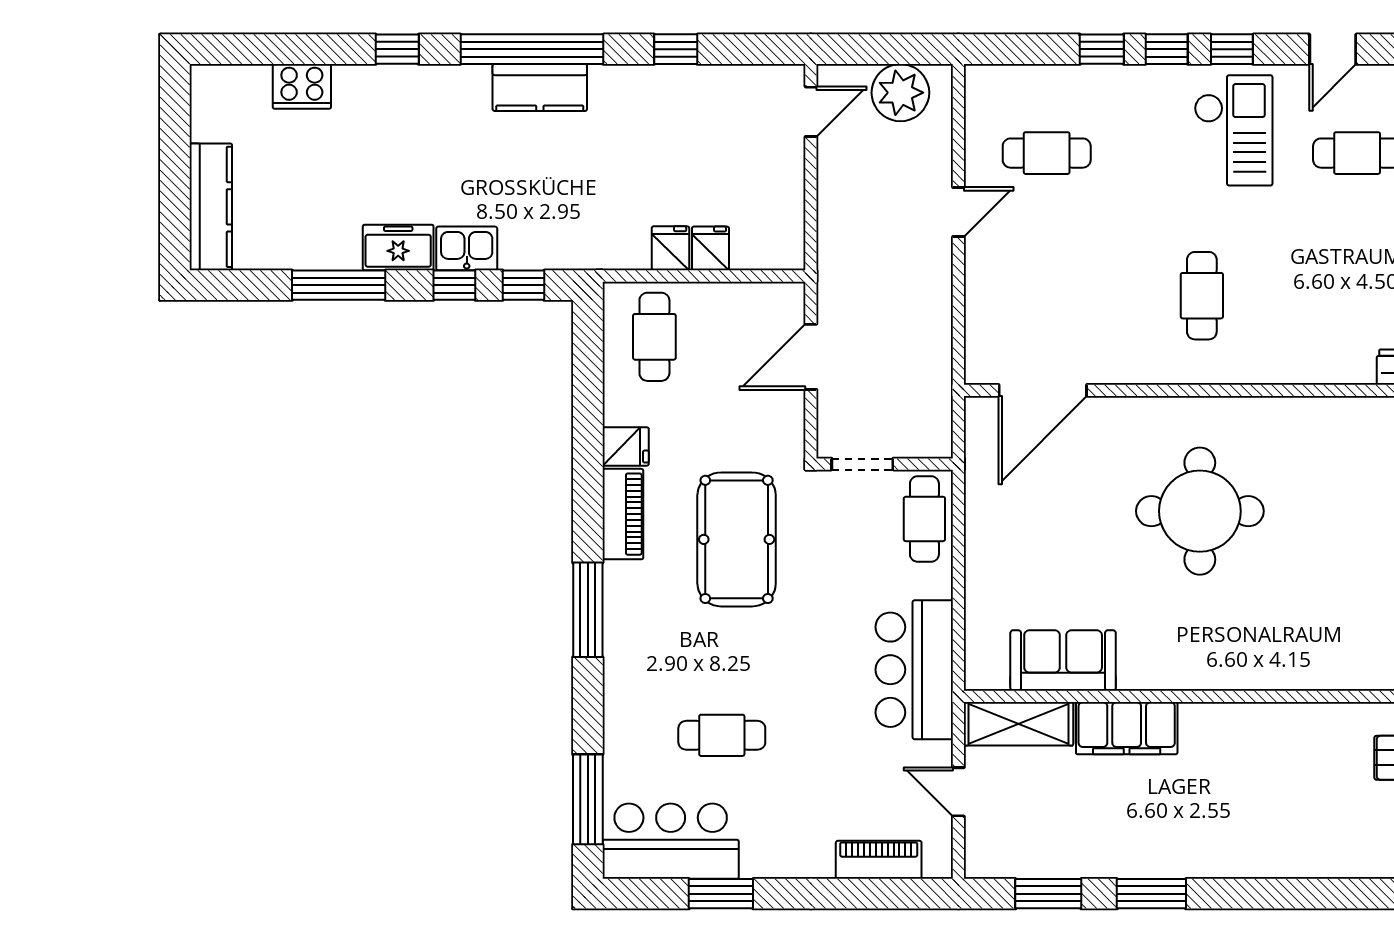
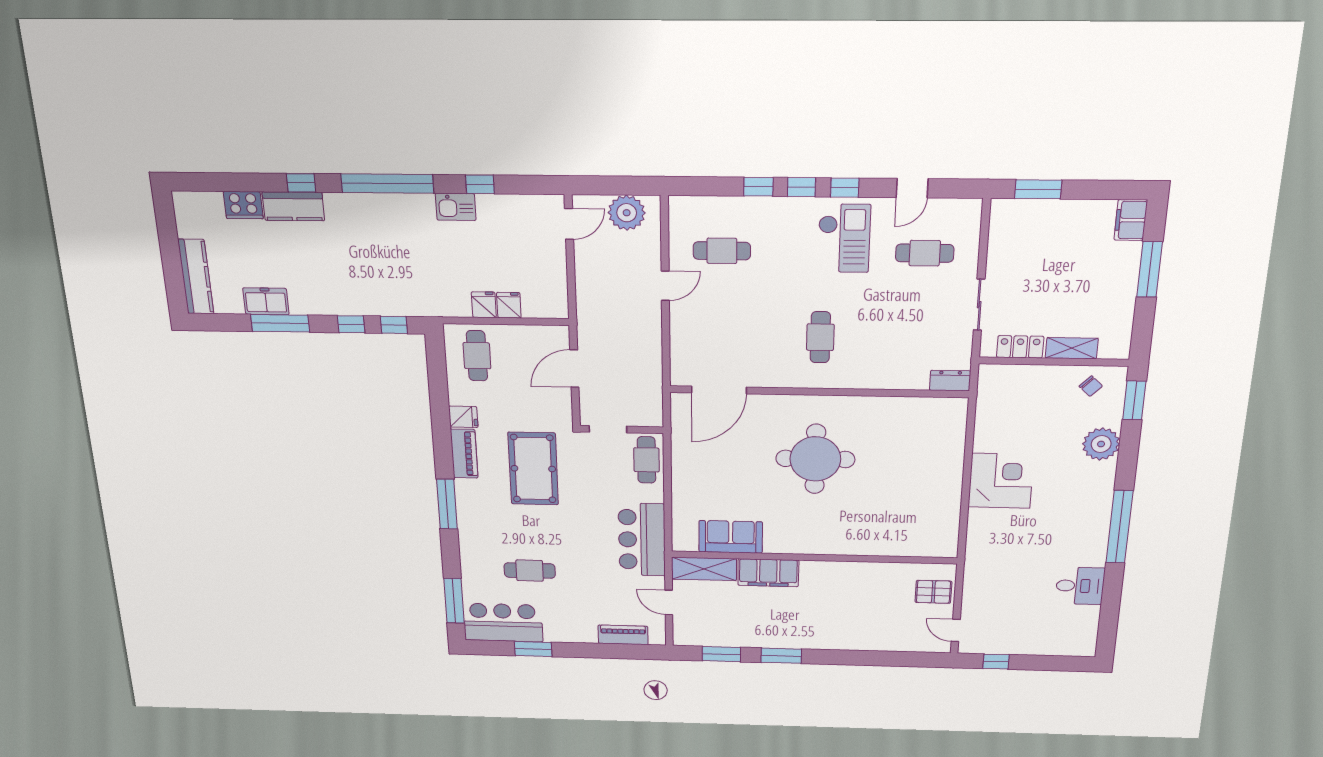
kitchen counter: (540, 88) -> (293, 206), moved
freezer: (398, 248) -> (266, 301), moved
kitchen sink: (467, 248) -> (456, 207), moved, turned 180

